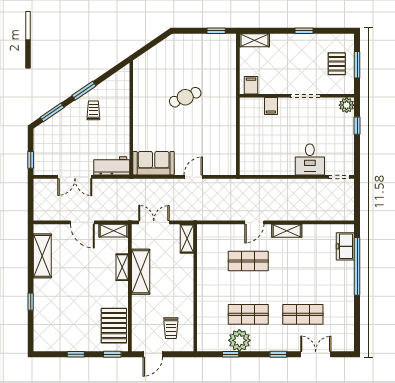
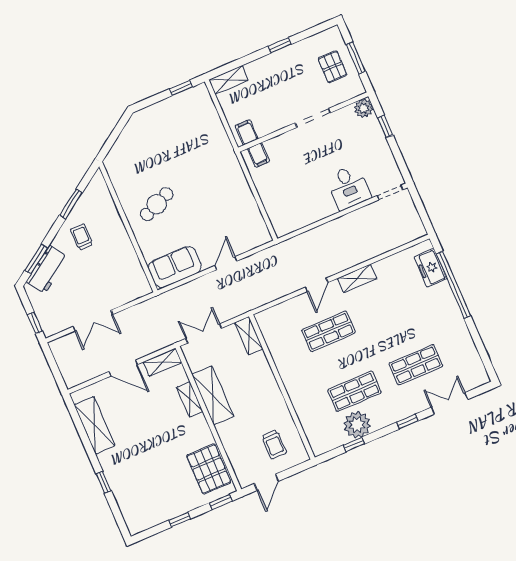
window: (84, 91) -> (71, 204), moved
cafe table: (185, 97) -> (157, 204), moved
filing cabinet: (271, 106) -> (259, 155), moved
workbench: (112, 166) -> (47, 269), moved, turned 146

